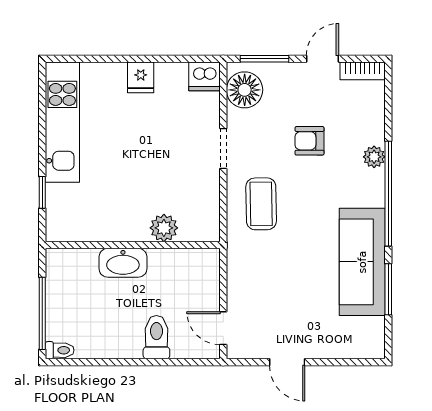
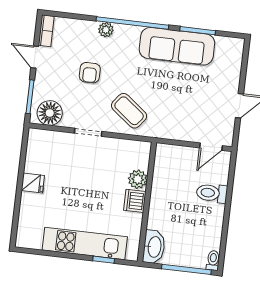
dishwasher: (204, 76) -> (135, 201), moved, turned 180
kitchen unit: (62, 122) -> (85, 243), moved
coffee table: (261, 204) -> (129, 111), turned 39
washbasin: (123, 263) -> (154, 247), moved

